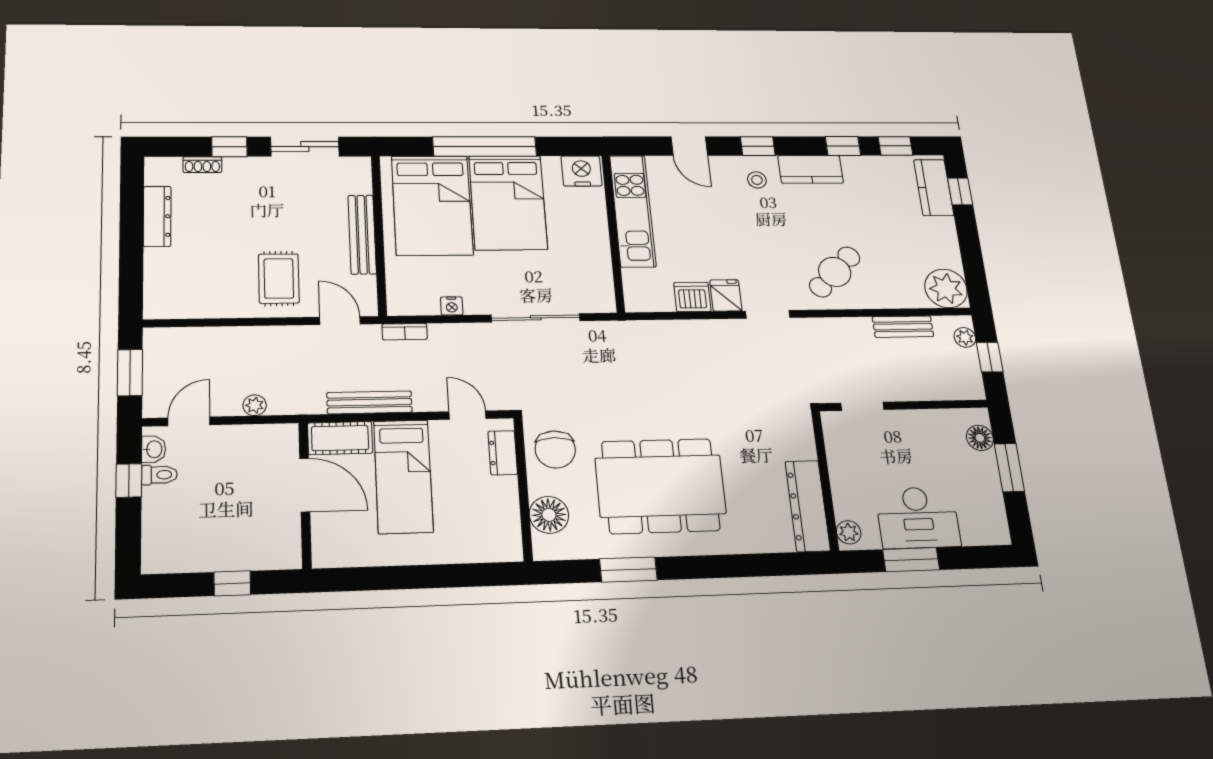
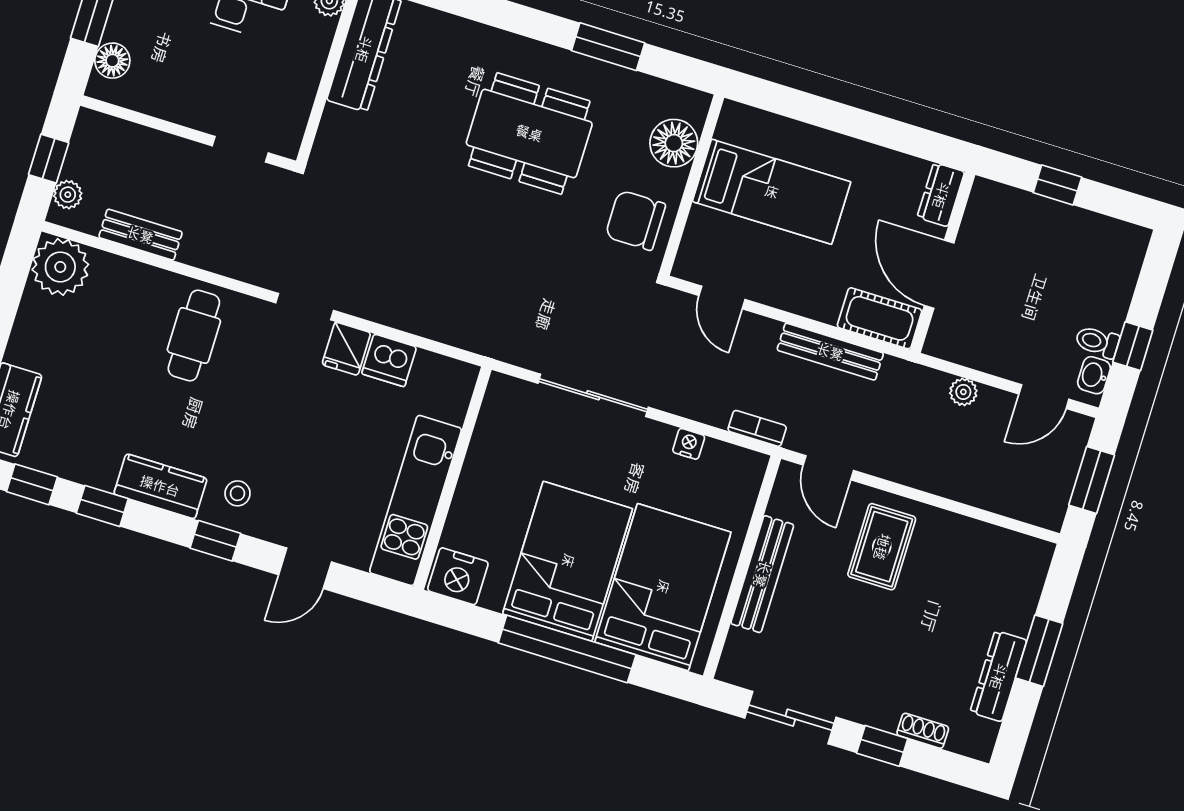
door: (689, 146) -> (305, 568), swing flipped
window: (131, 242) -> (1039, 651), added
cafe table: (835, 272) -> (194, 335), turned -45
chair: (555, 449) -> (635, 220), turned -90
dresser: (503, 453) -> (941, 195), moved, turned 180
bed: (403, 476) -> (772, 192), moved, turned 90
dining table: (661, 486) -> (529, 133), width x0.73, depth x0.80

